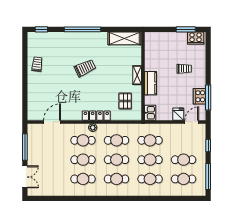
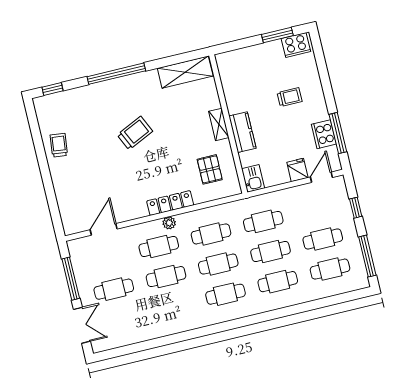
cafe table: (83, 179) -> (114, 289), moved

